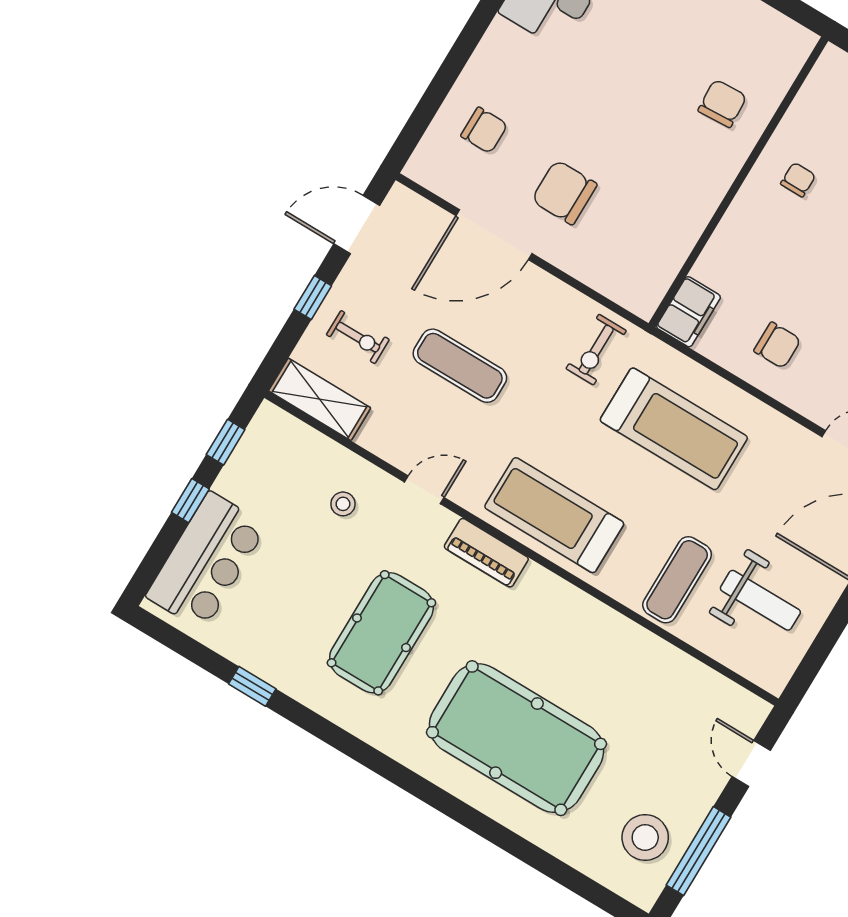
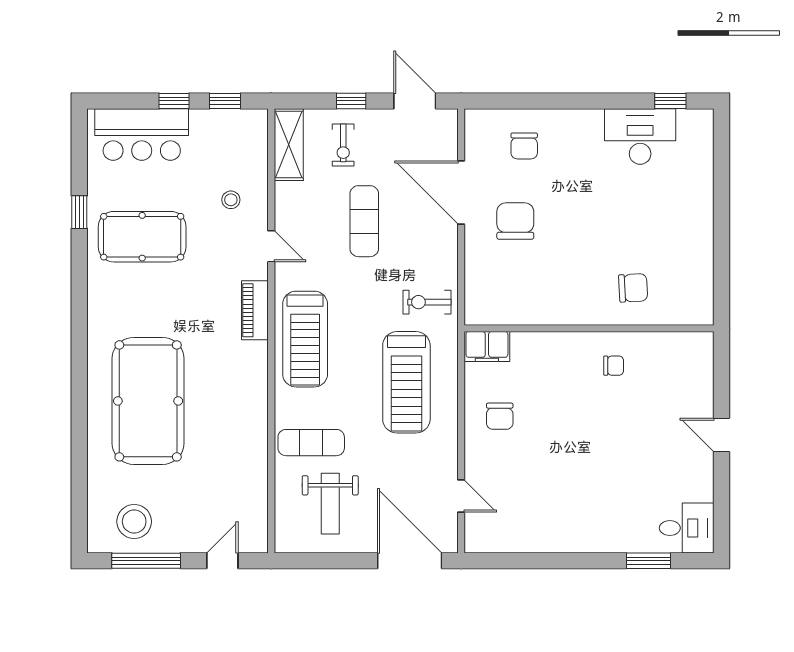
treadmill: (554, 515) -> (305, 339), turned 180
pool table: (381, 633) -> (142, 237), moved

